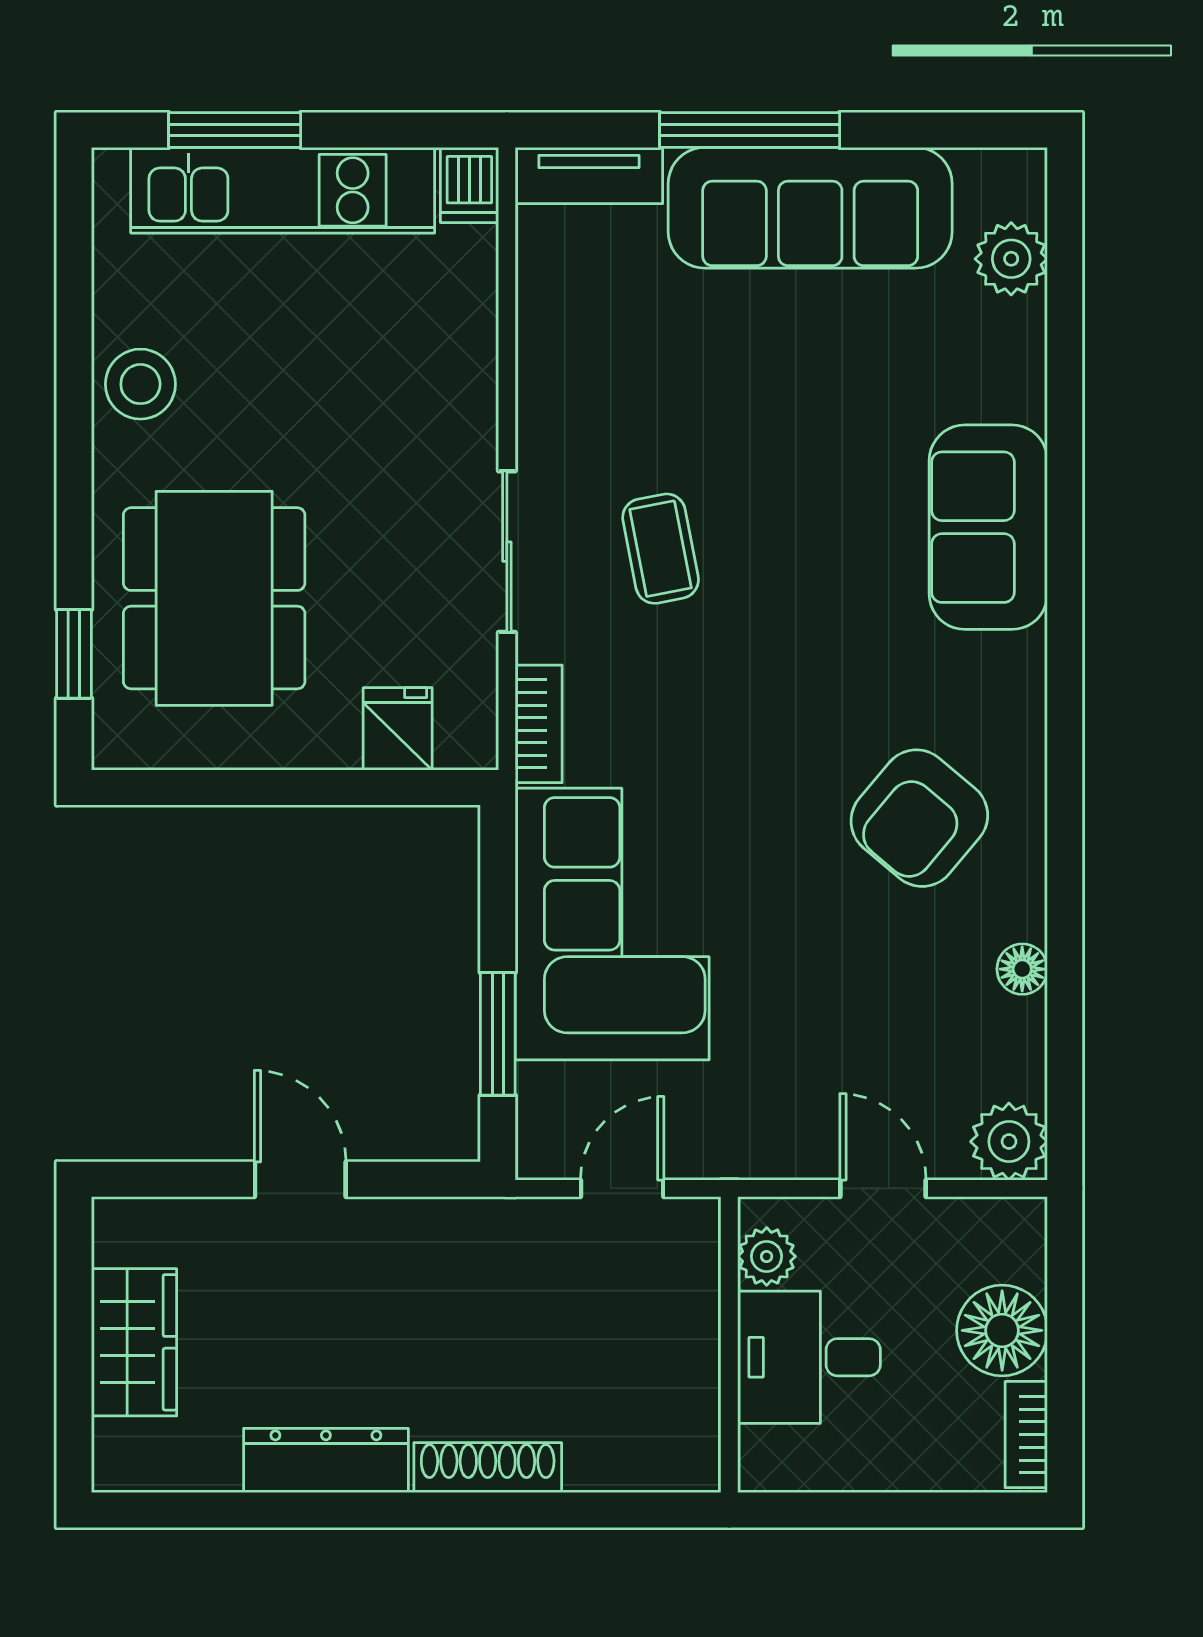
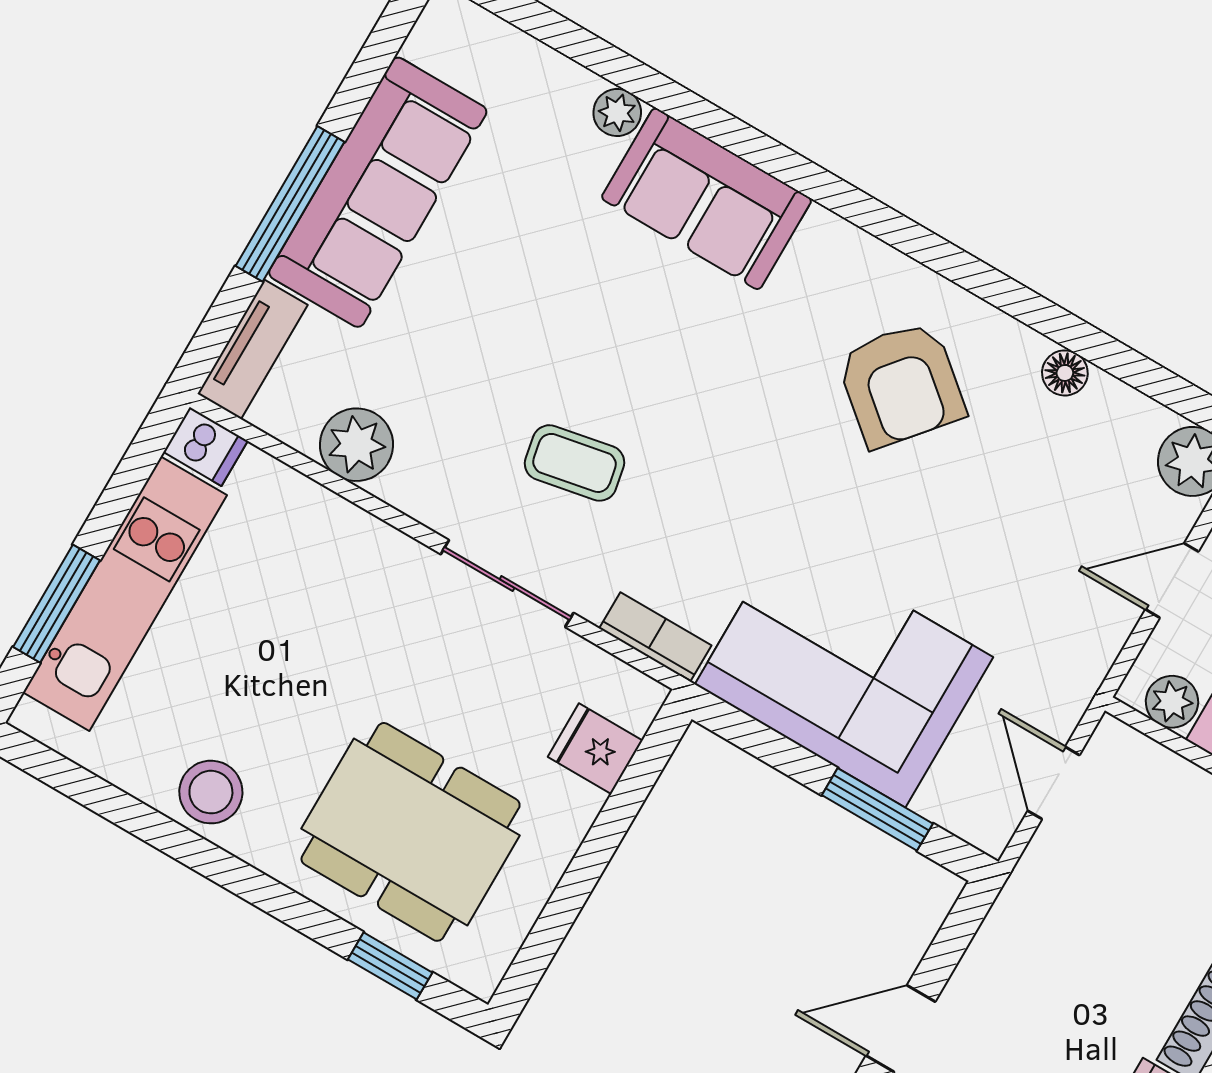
plant: (1011, 259) -> (617, 113), moved, width x0.73, depth x0.73
plant: (556, 329) -> (356, 445), added

